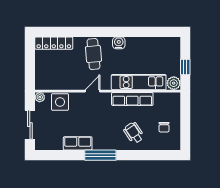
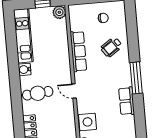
kitchen unit: (139, 82) -> (23, 36), moved, turned 180

